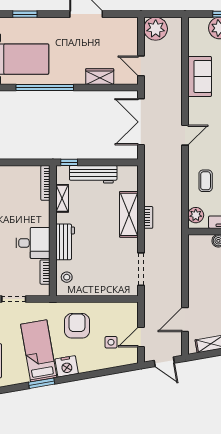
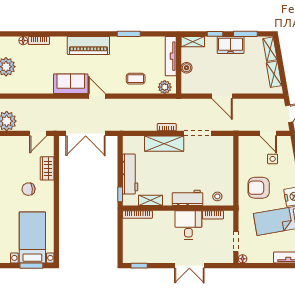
chair: (75, 54) -> (28, 189), added
sofa: (200, 76) -> (71, 84), moved
window: (45, 88) -> (56, 215), removed
doorway: (141, 269) -> (198, 133), moved
door: (185, 320) -> (222, 96), moved

